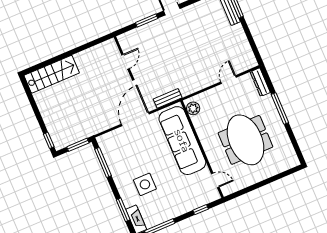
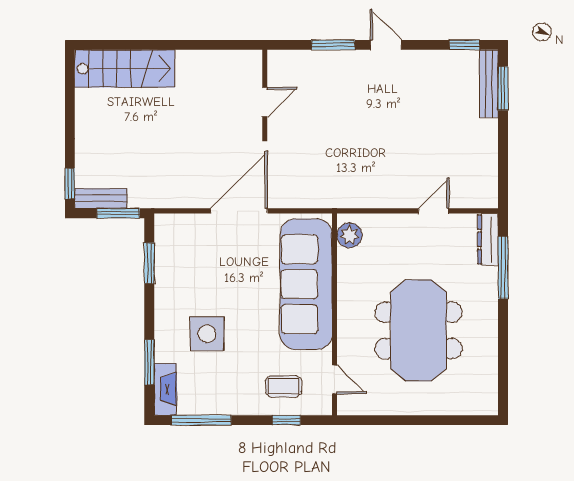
bench: (168, 98) -> (101, 198), moved
window: (280, 108) -> (503, 268), moved
window: (103, 162) -> (149, 263), width x0.69
coffee table: (192, 194) -> (284, 386), added

